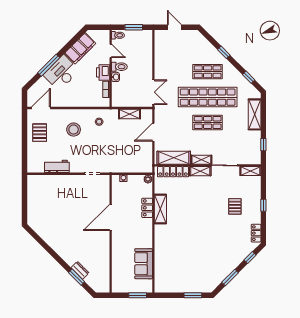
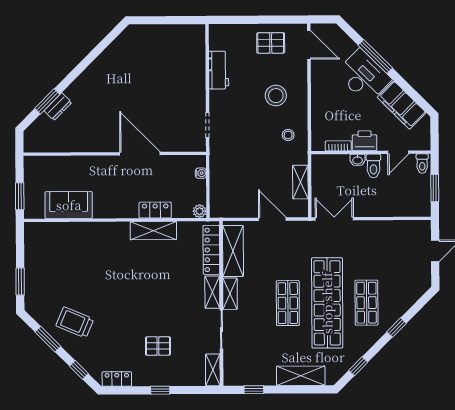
double door: (153, 92) -> (334, 219), swing flipped
trolley: (219, 260) -> (75, 322), added

